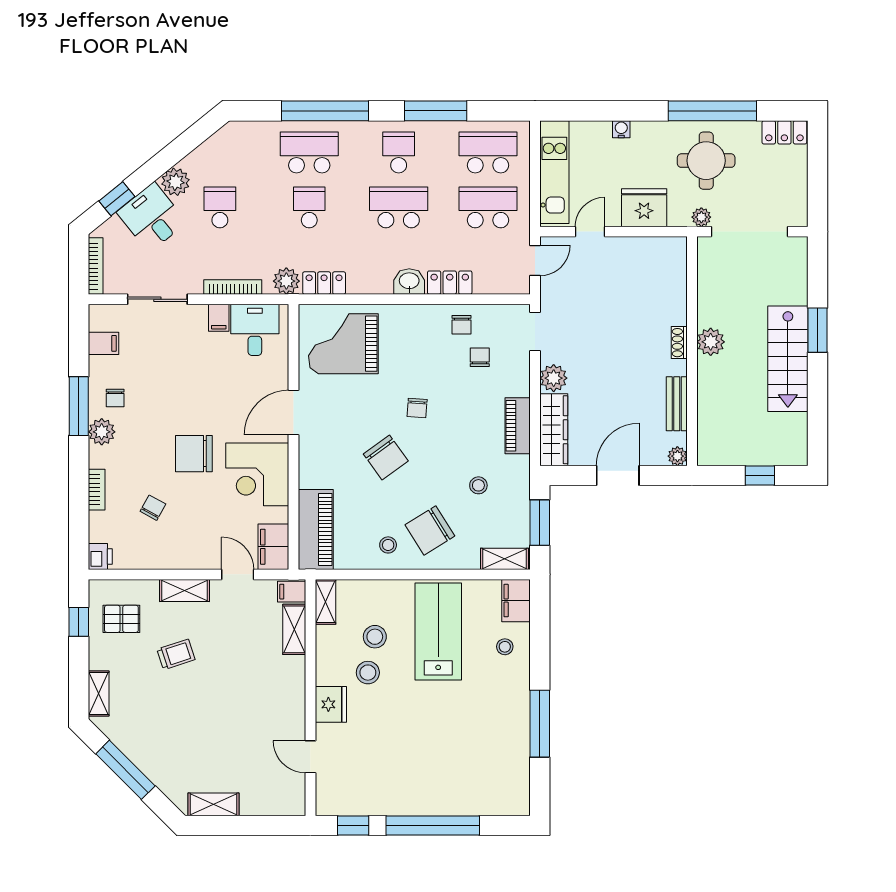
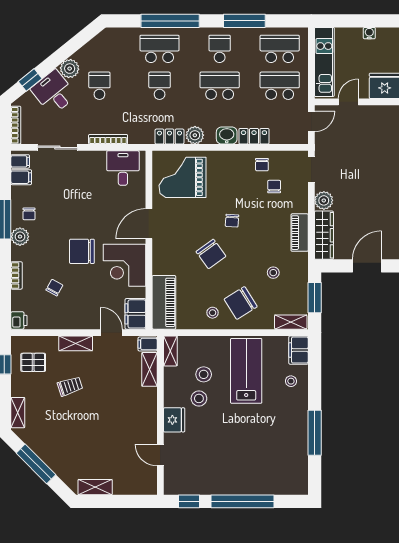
plant: (286, 281) -> (195, 135), moved
filing cabinet: (219, 318) -> (20, 161), moved, turned -90

